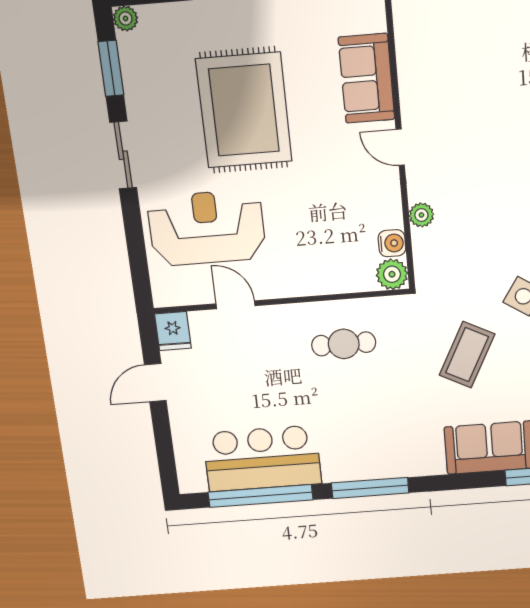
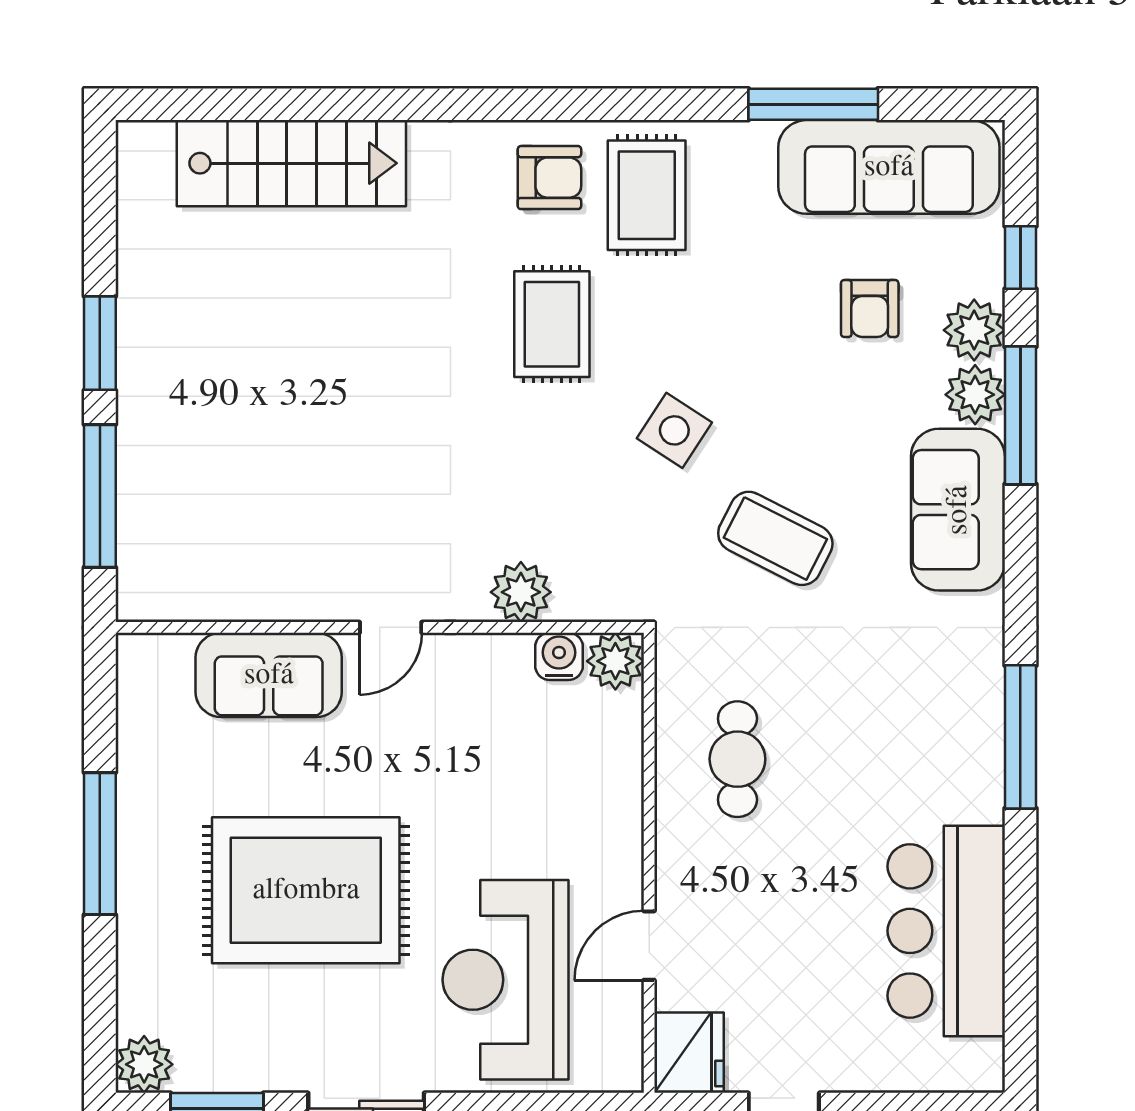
plant: (126, 18) -> (144, 1064), width x1.38, depth x1.38
plant: (421, 215) -> (521, 592), width x1.38, depth x1.38
fridge: (173, 331) -> (689, 1053), width x1.38
window: (260, 496) -> (1020, 942), removed

